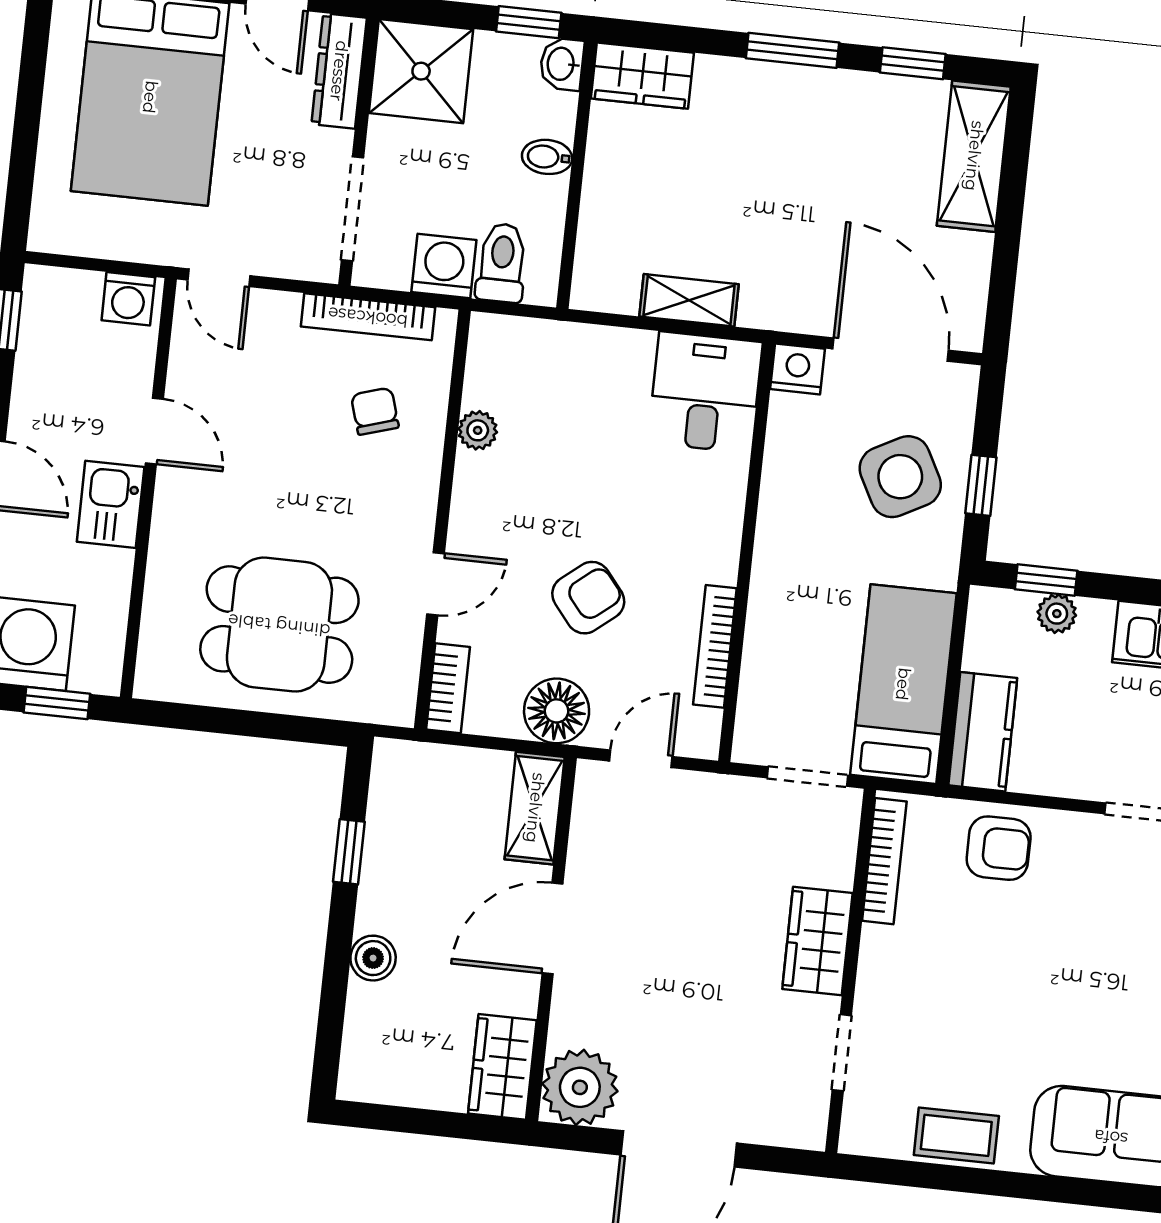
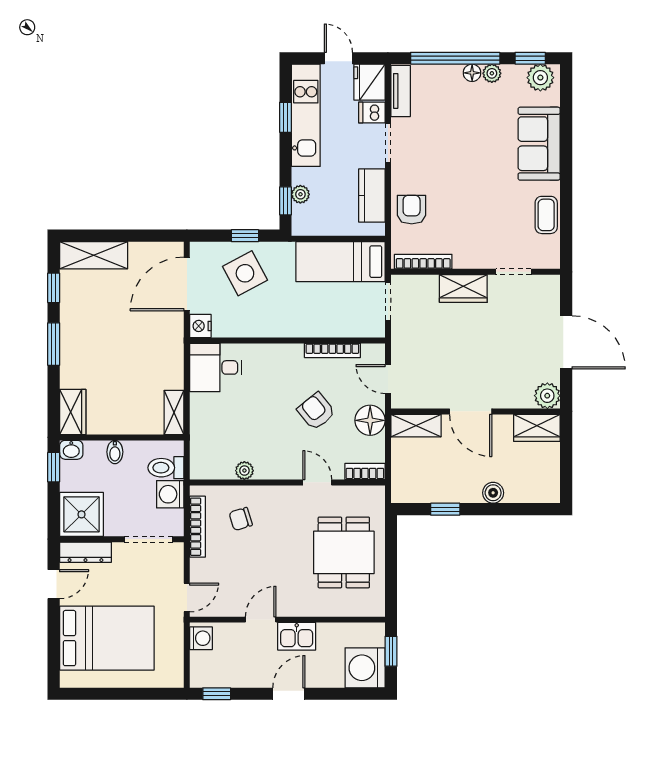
shelving: (689, 300) -> (174, 413), moved
kitchen counter: (983, 732) -> (372, 195), moved, turned -90
plant: (580, 1087) -> (547, 396), width x0.73, depth x0.73

